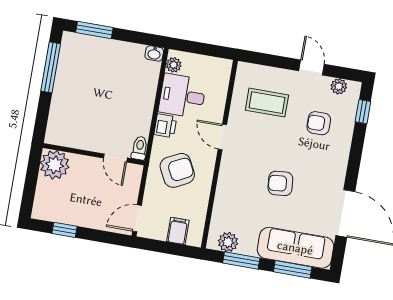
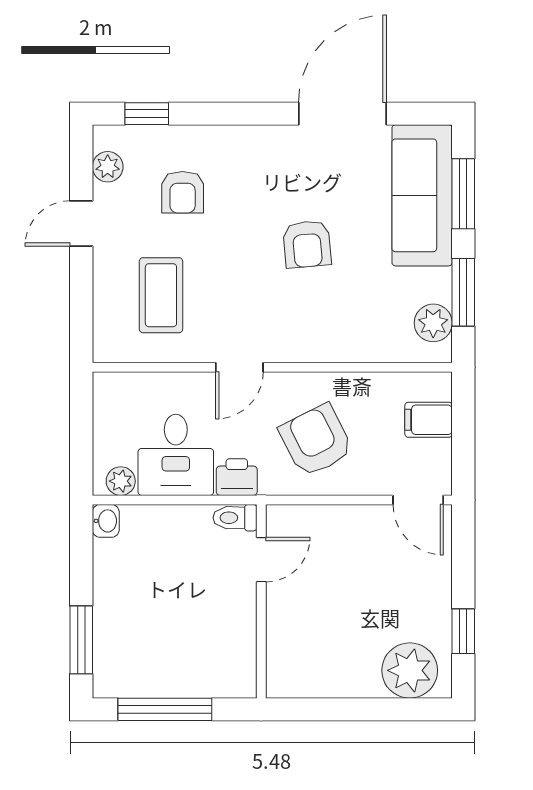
toilet: (140, 148) -> (235, 518), moved
wall: (94, 154) -> (261, 601), moved
door: (115, 158) -> (261, 560), moved
plant: (55, 165) -> (410, 670), moved

